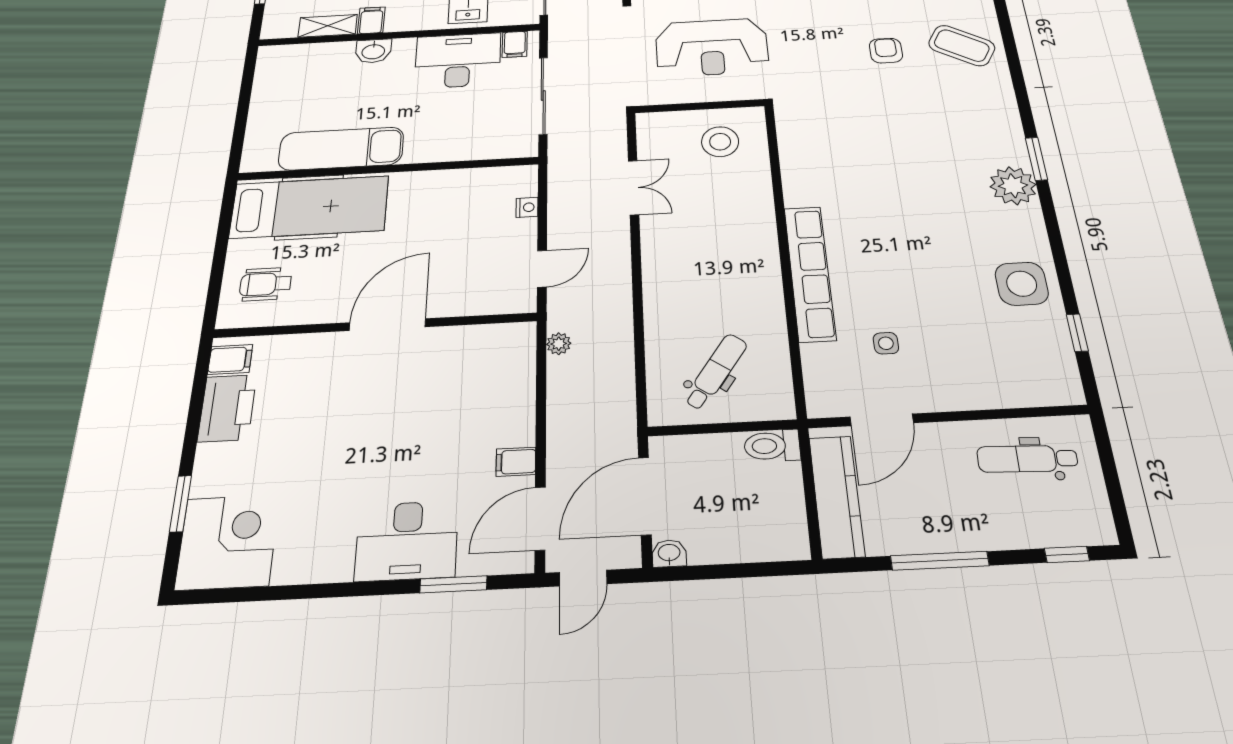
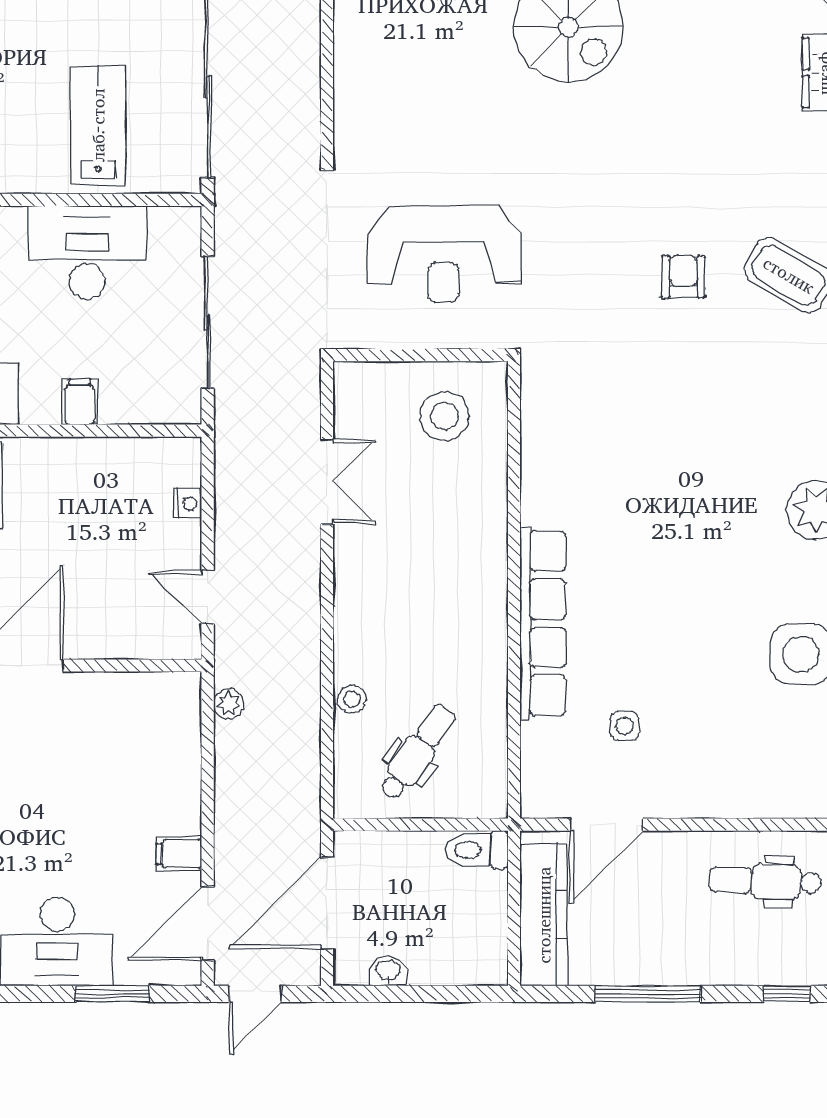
filing cabinet: (515, 44) -> (80, 402), moved, turned 180
door: (542, 269) -> (208, 597), swing flipped
stool: (659, 335) -> (352, 699), added
washbasin: (669, 553) -> (388, 971), moved

